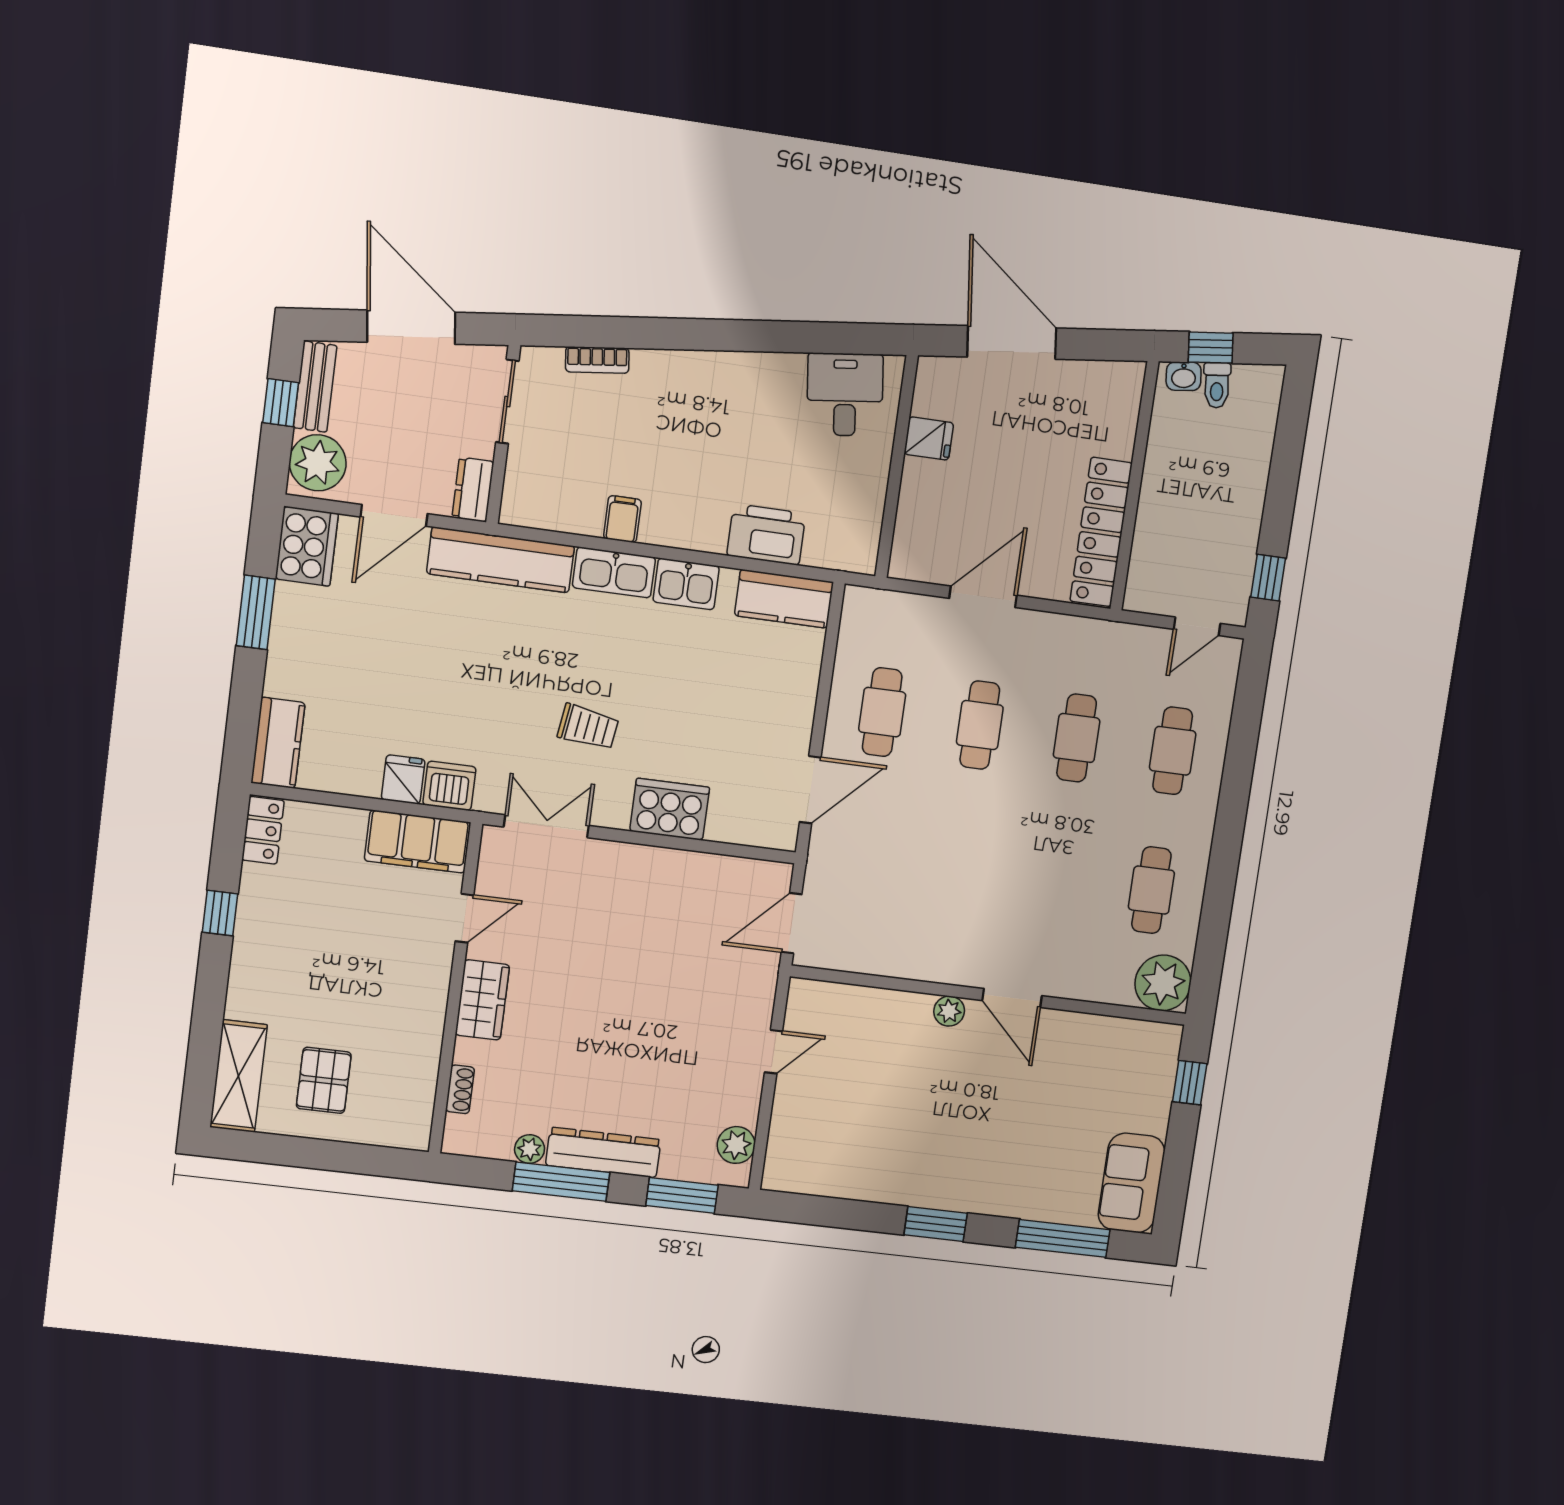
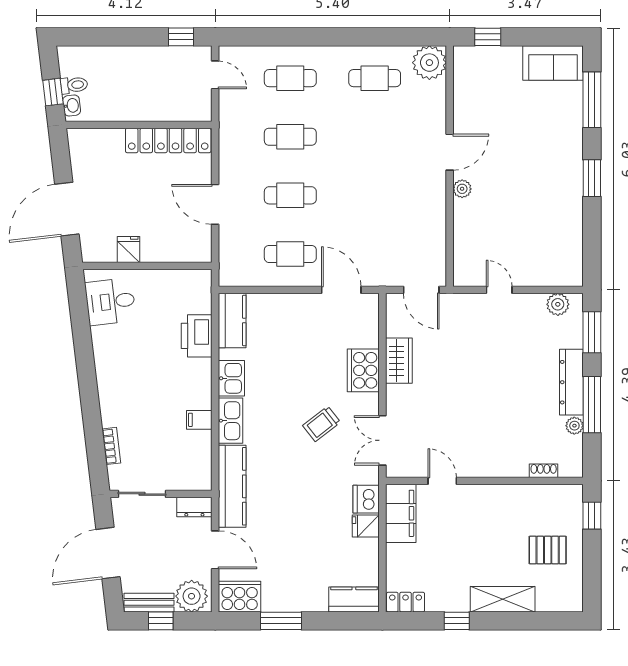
trolley: (588, 727) -> (322, 424), turned -136
wardrobe: (482, 1000) -> (399, 361), moved, turned 90
shelving: (239, 1076) -> (503, 599), moved
window: (374, 1160) -> (592, 516), added

